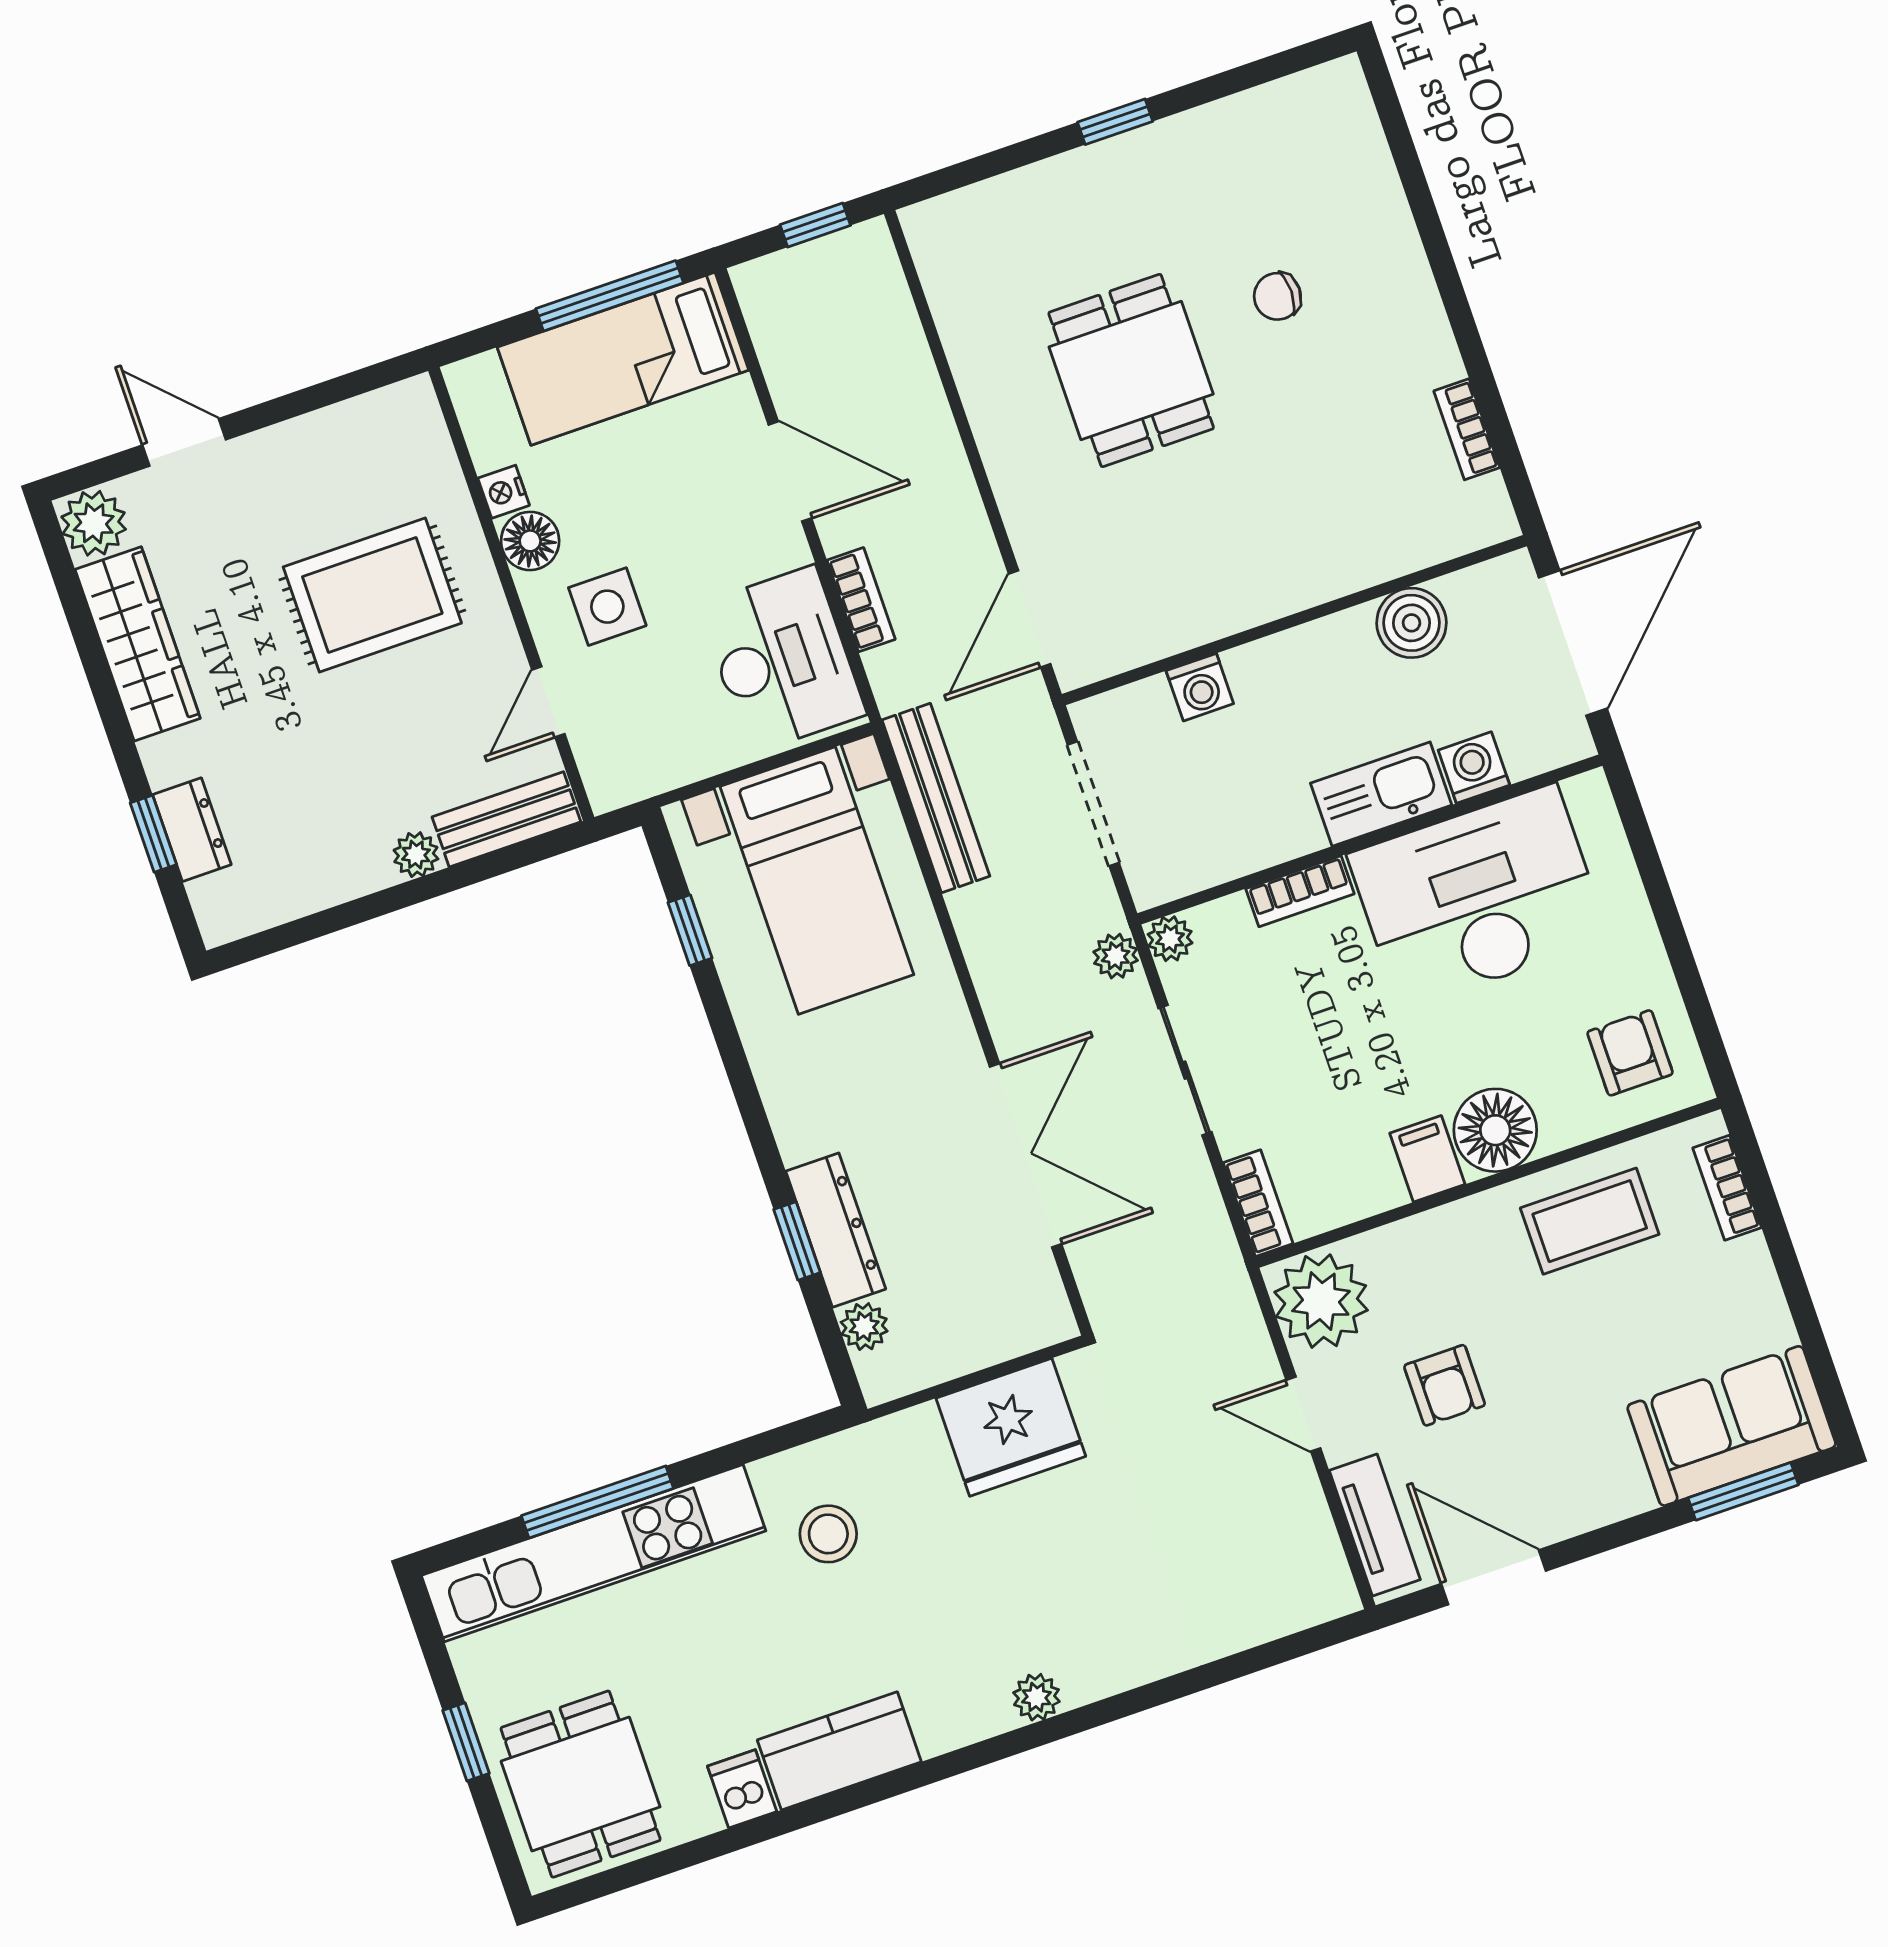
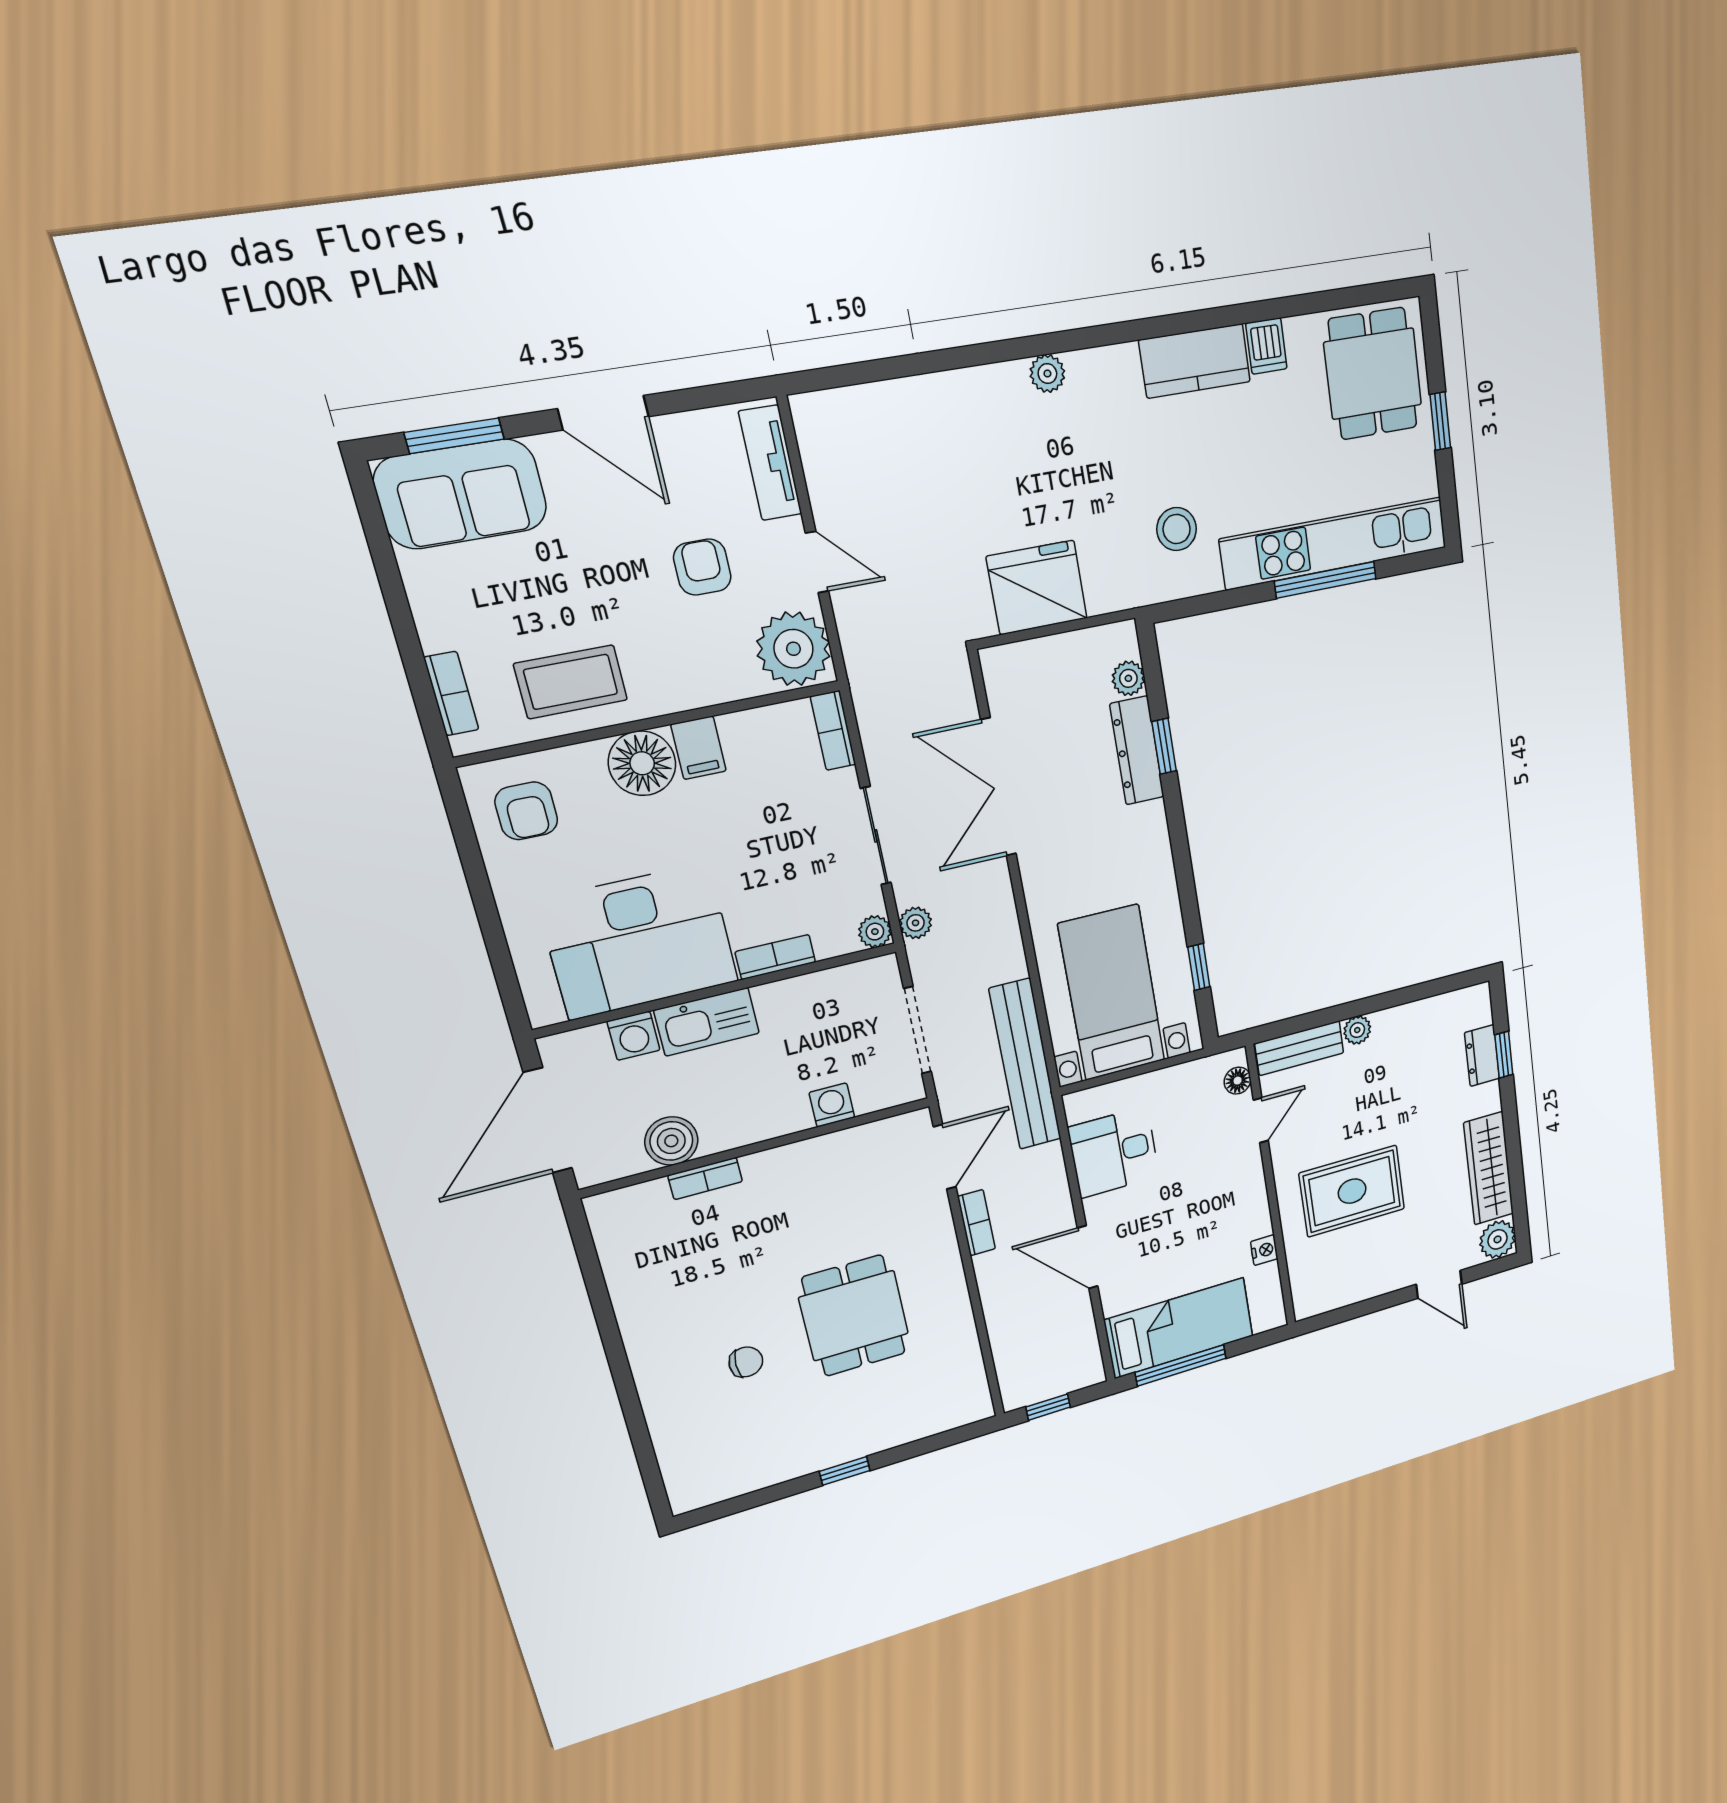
bookcase: (1467, 429) -> (705, 1178), moved, turned 90
floor lamp: (530, 541) -> (1238, 1081), moved, width x0.73, depth x0.73
bookcase: (861, 600) -> (976, 1223), moved, turned 180
side table: (607, 607) -> (1215, 1178), removed
desk: (782, 660) -> (1114, 1152), width x0.73
bench: (936, 798) -> (1025, 1065), width x1.37, depth x1.21
door: (1494, 1577) -> (603, 413), moved

